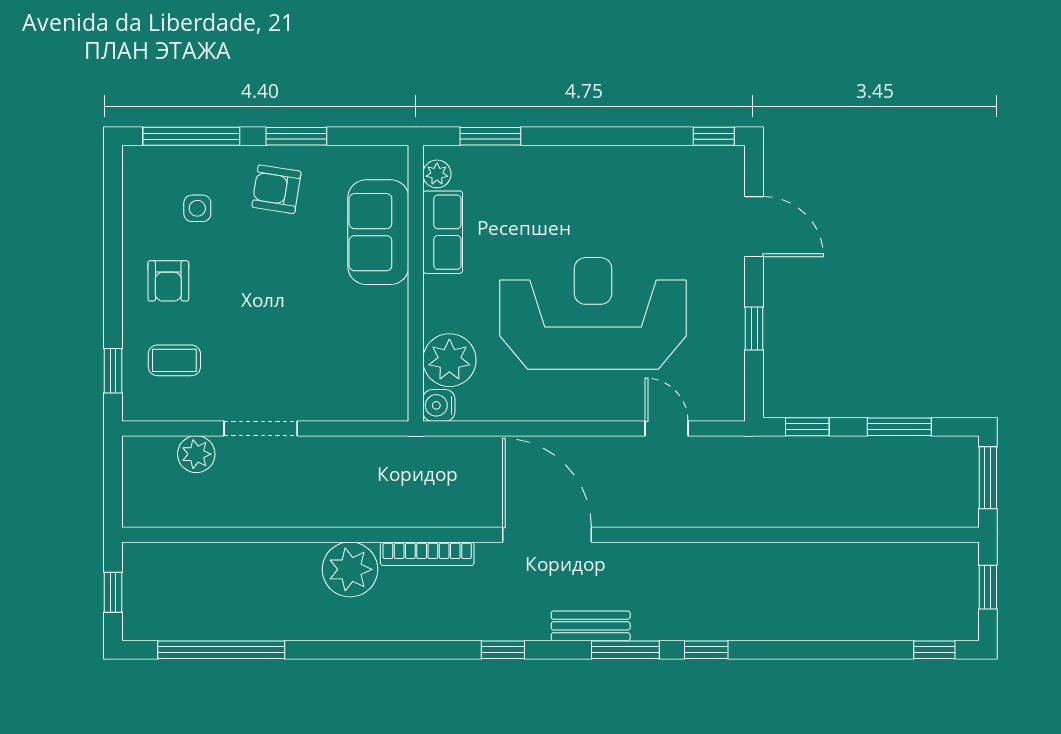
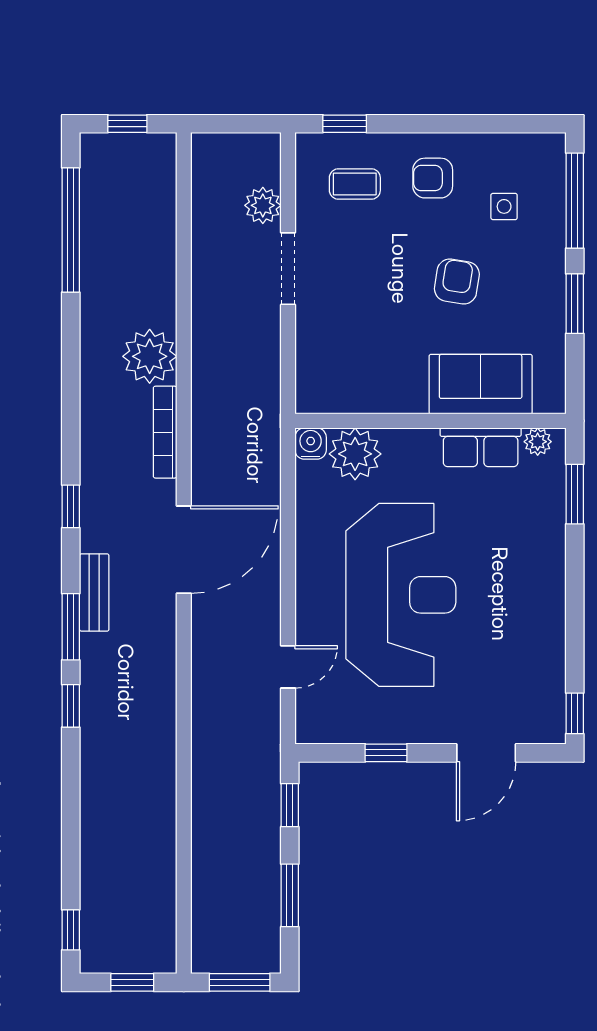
armchair: (276, 189) -> (457, 281), moved
coffee table: (174, 360) -> (355, 184), turned 90

